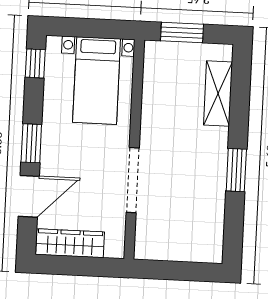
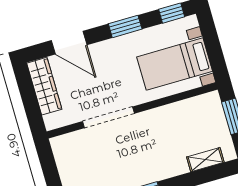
shelving: (218, 93) -> (205, 160), width x0.67, depth x0.75
window: (31, 143) -> (125, 26), moved

